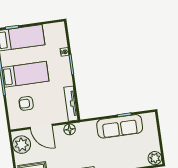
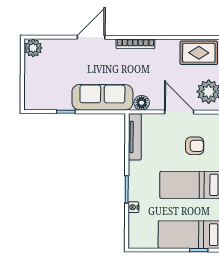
sofa: (120, 126) -> (102, 97), moved

